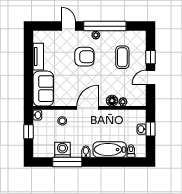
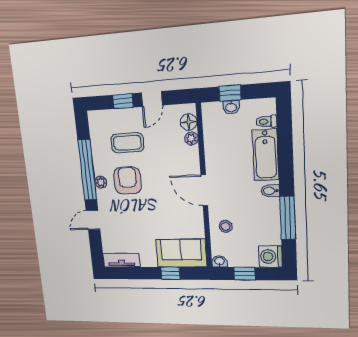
tv unit: (38, 57) -> (121, 260), moved
armchair: (84, 57) -> (128, 181), moved
door: (150, 77) -> (152, 99), hinge flipped
window: (28, 80) -> (171, 273), added
floor lamp: (112, 101) -> (189, 122), moved
washing machine: (62, 150) -> (270, 256), moved

